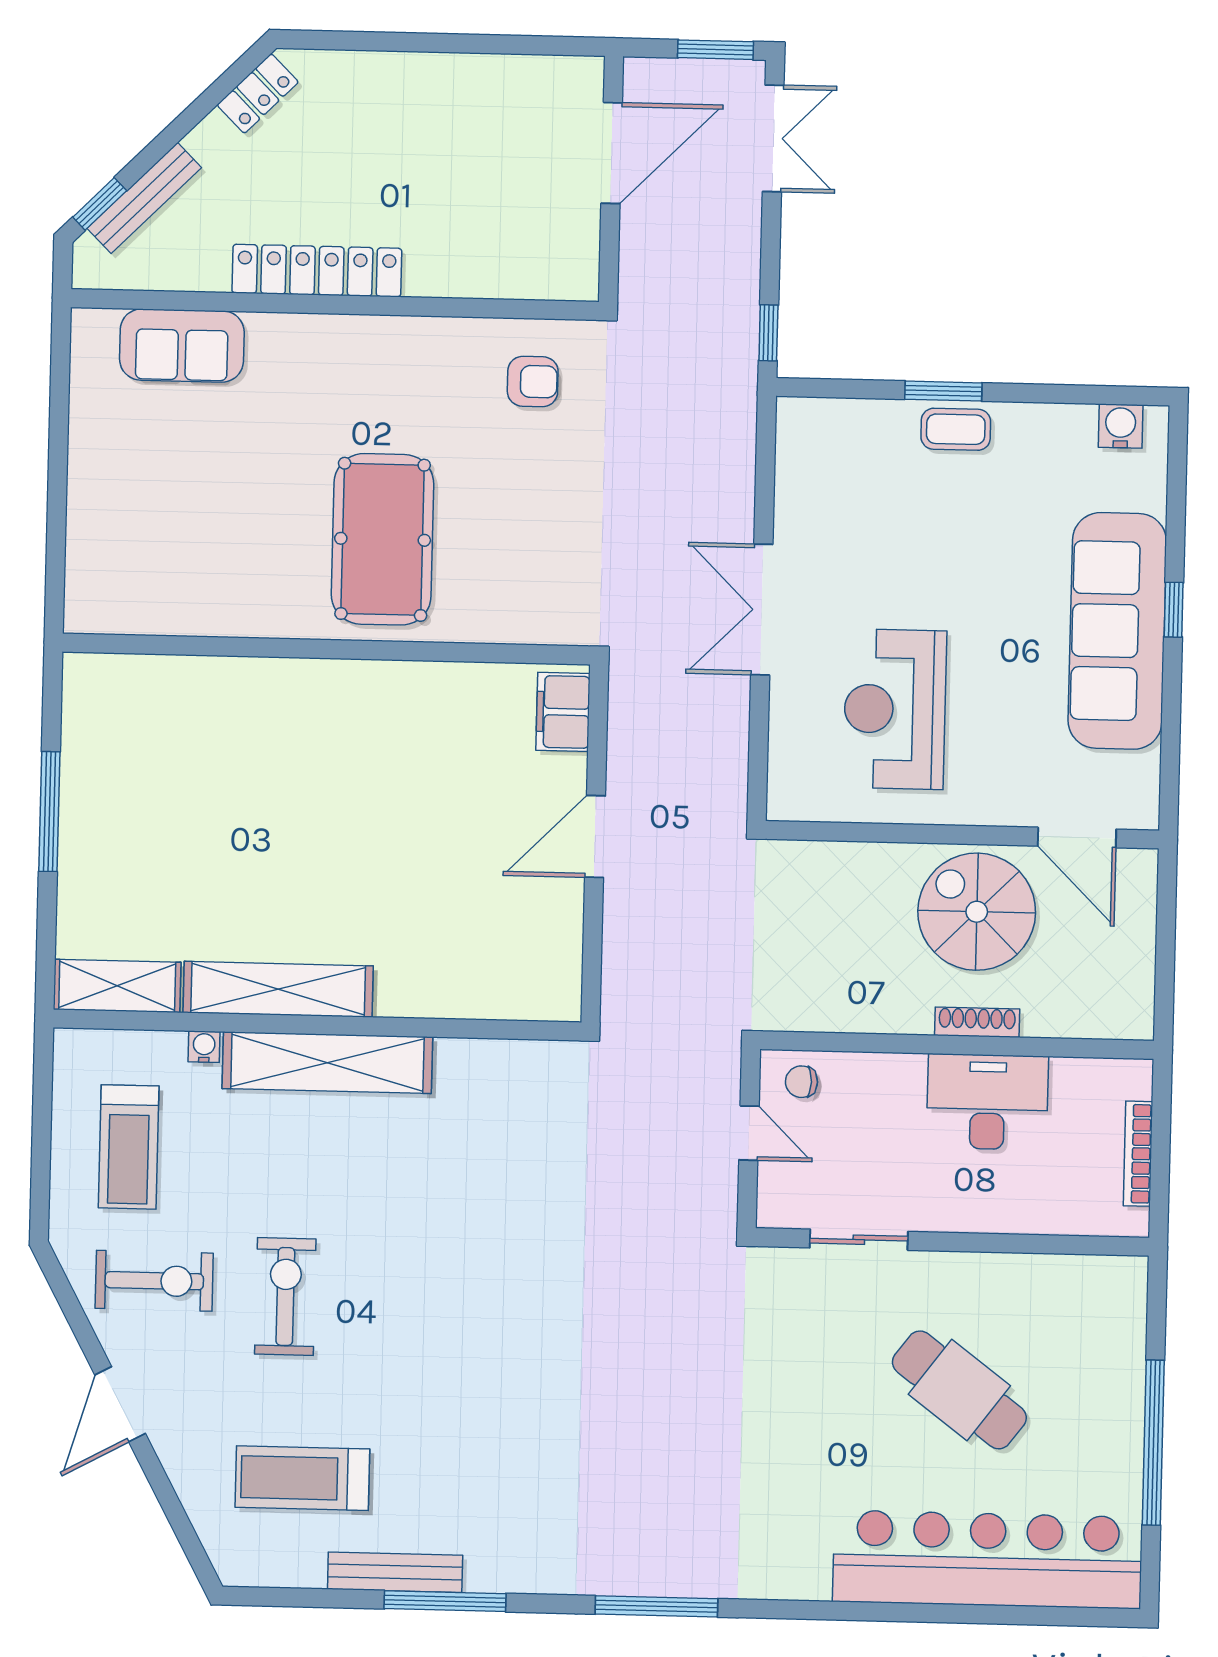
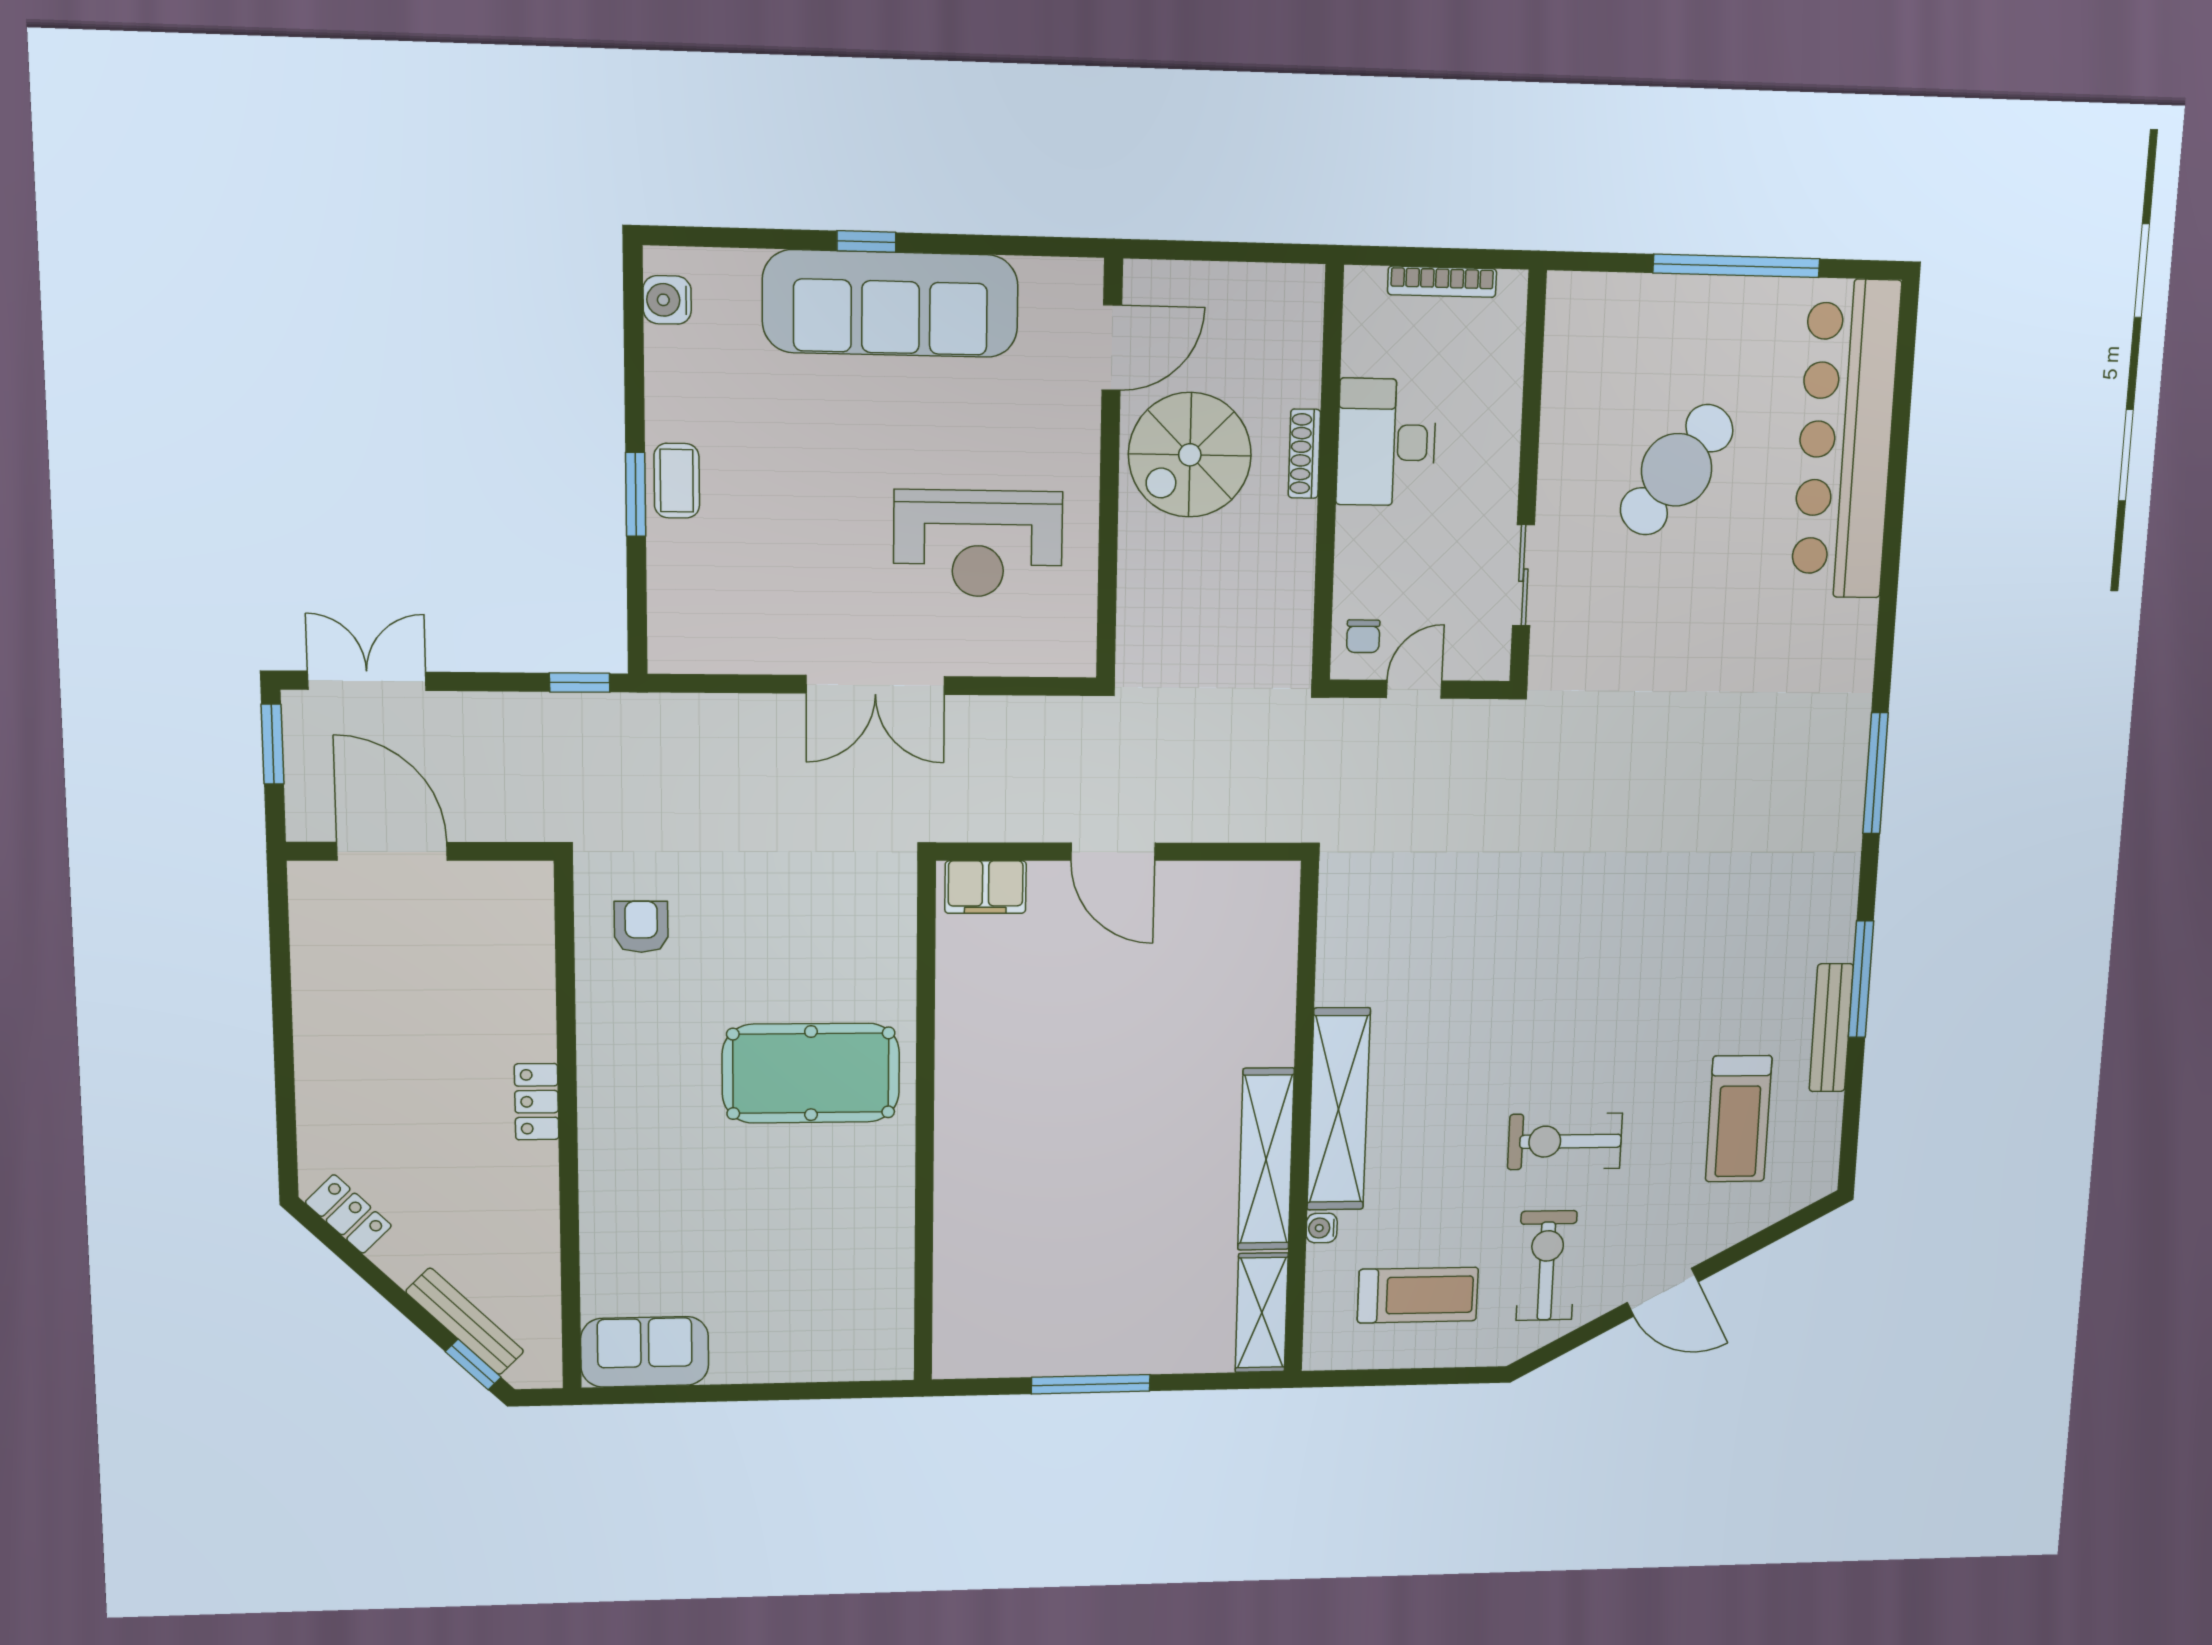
locker: (317, 271) -> (537, 1102), width x0.46, depth x0.83
sofa: (182, 346) -> (645, 1352), moved, turned -90

